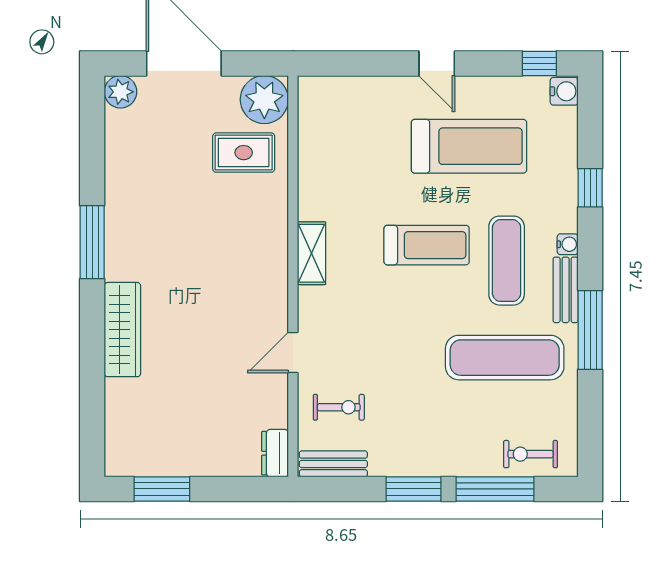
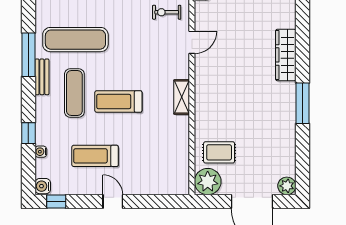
treadmill: (469, 146) -> (95, 156), width x0.73, depth x0.73
water cooler: (568, 244) -> (41, 152), moved

